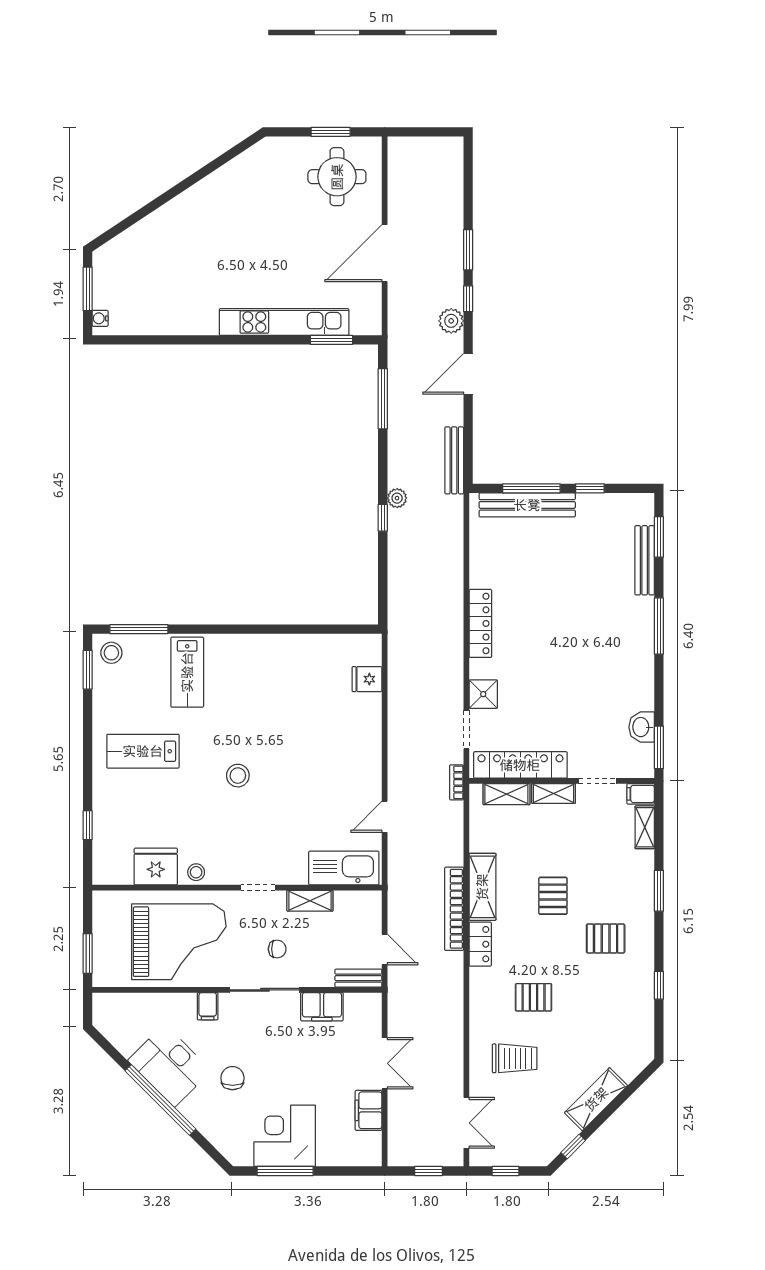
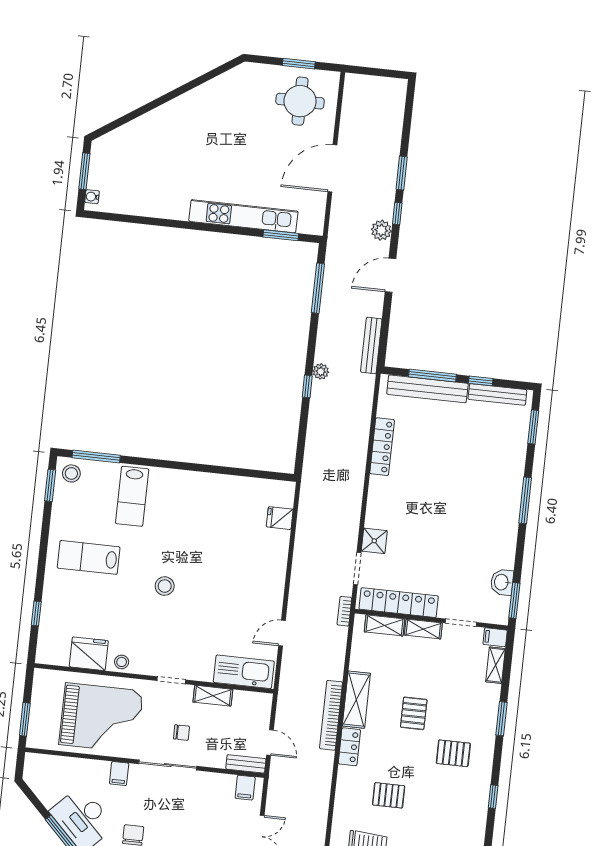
bench: (645, 560) -> (497, 394), moved, turned 90
locker: (480, 623) -> (382, 447), moved
filing cabinet: (322, 1007) -> (245, 788), moved, width x0.50

